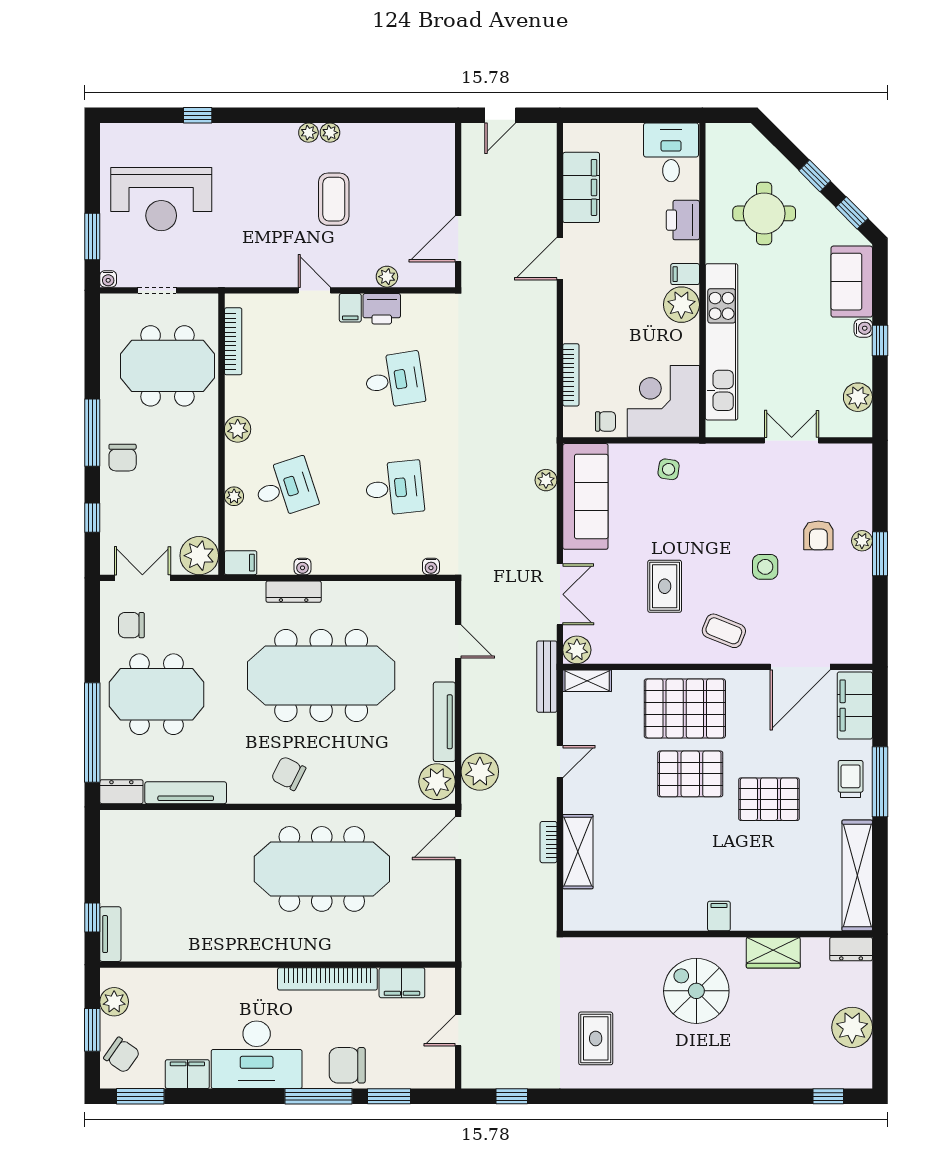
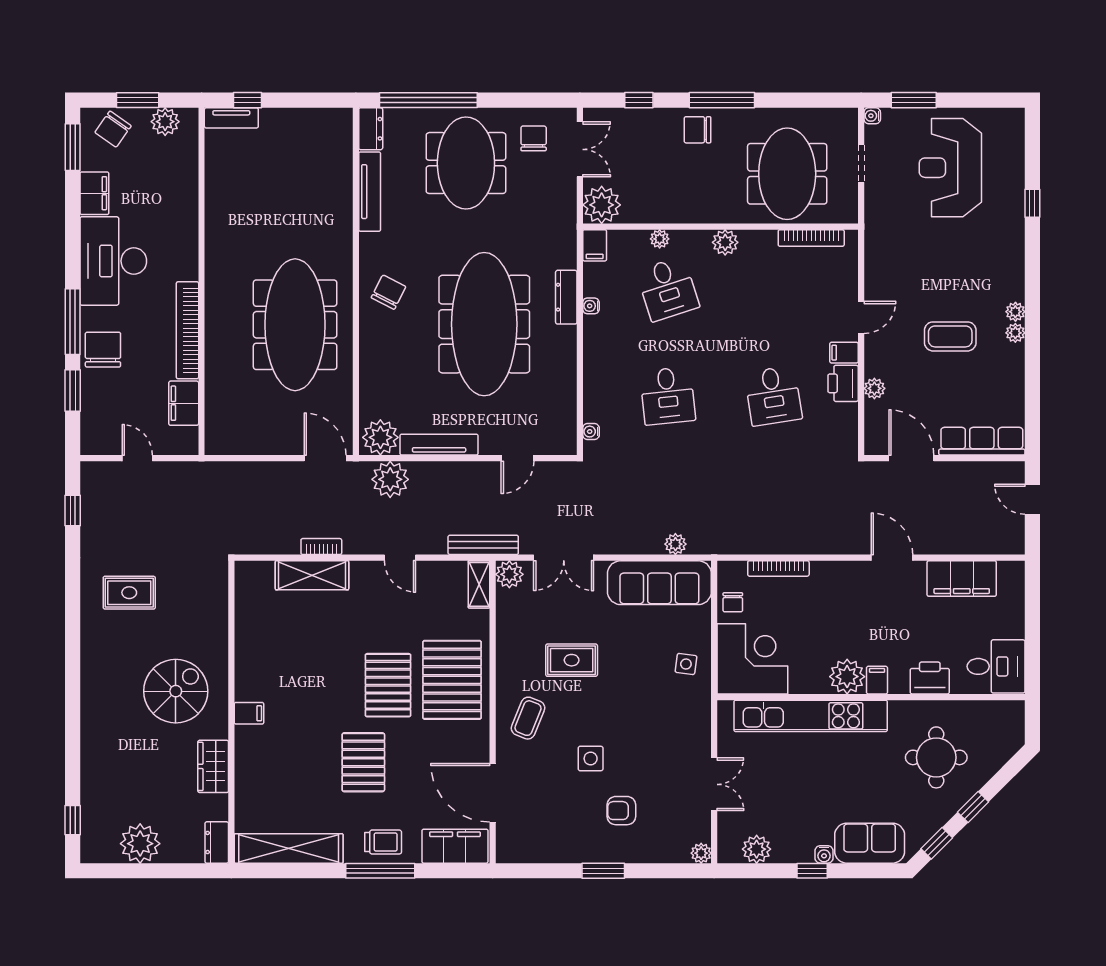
row of seats: (441, 167) -> (982, 441), added
plant: (862, 541) -> (701, 853), moved

